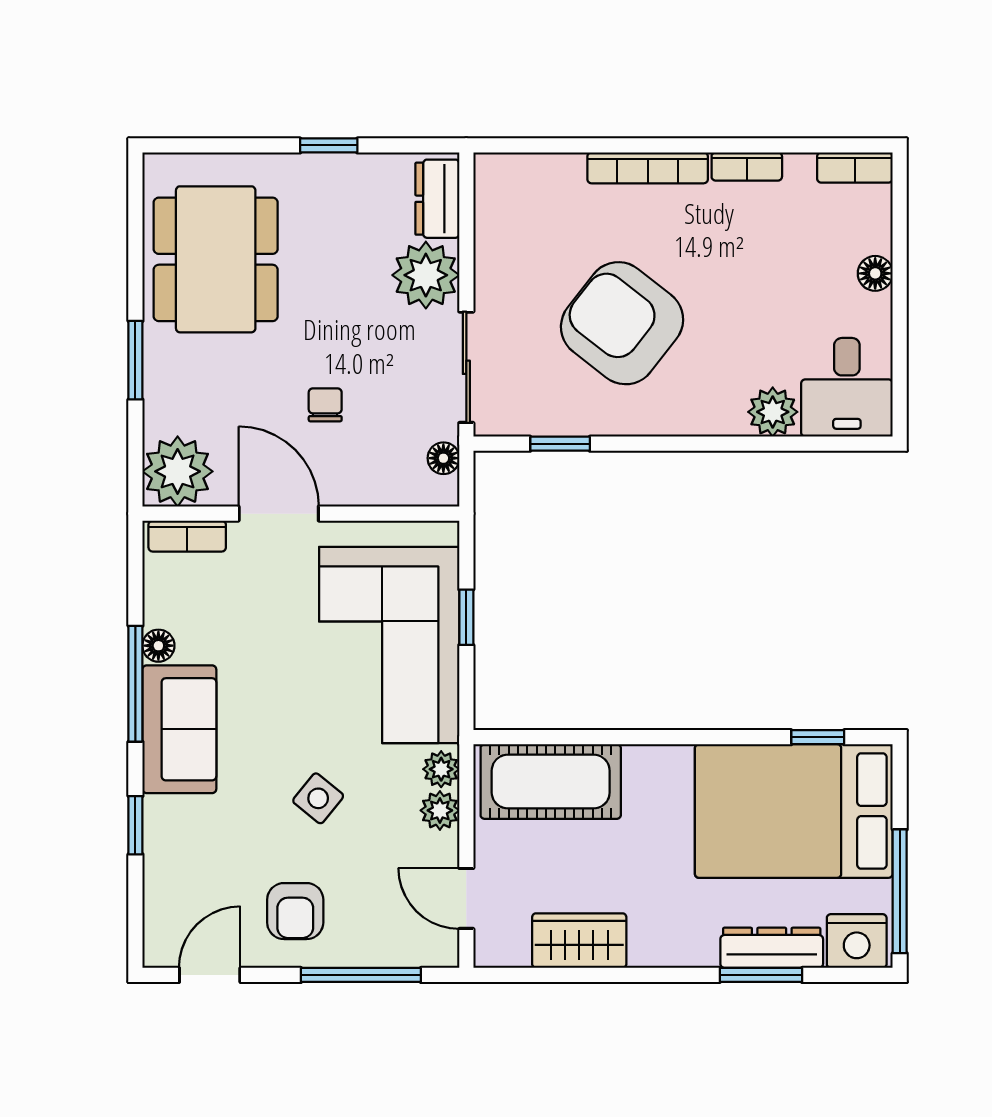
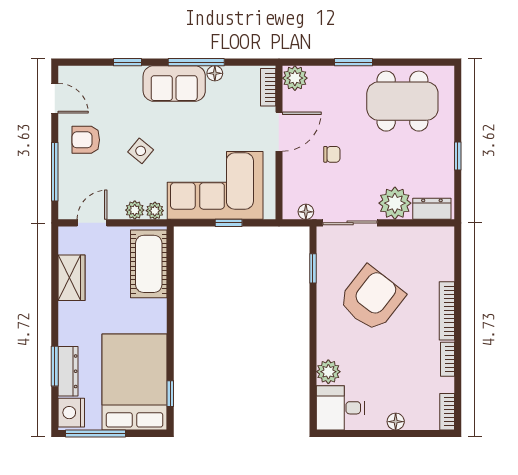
plant: (178, 471) -> (295, 78), width x0.73, depth x0.73

